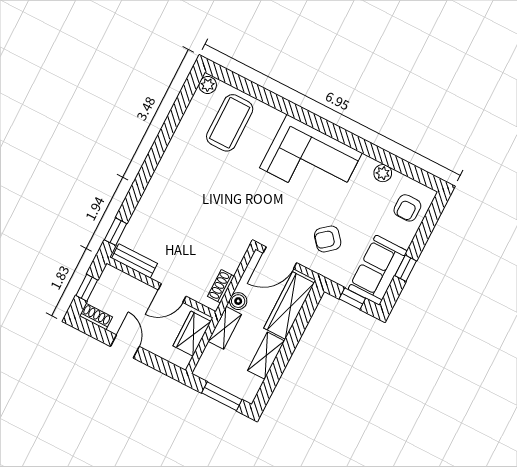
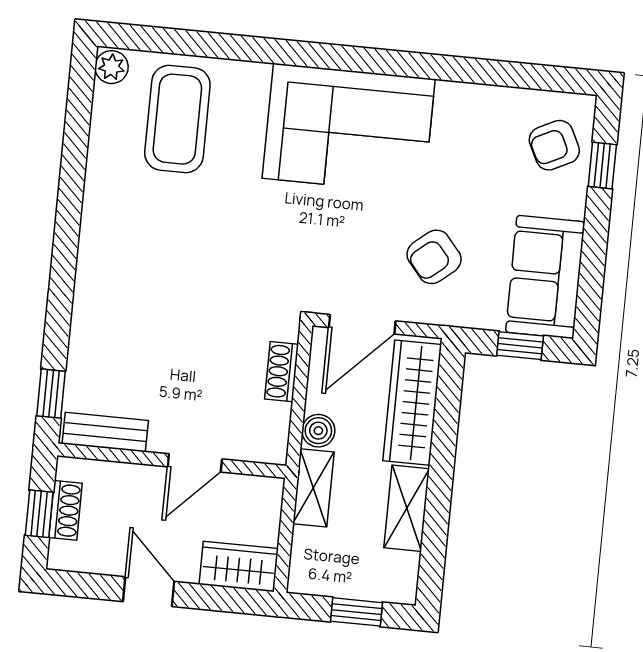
plant: (383, 173) -> (486, 101), removed
armchair: (407, 208) -> (554, 145), turned 64
window: (406, 268) -> (602, 166), moved
shoe rack: (221, 286) -> (282, 372), moved
shoe rack: (96, 316) -> (66, 510), moved, turned 90
wardrobe: (192, 334) -> (239, 567), moved, turned 90
window: (222, 396) -> (356, 612), width x0.67

